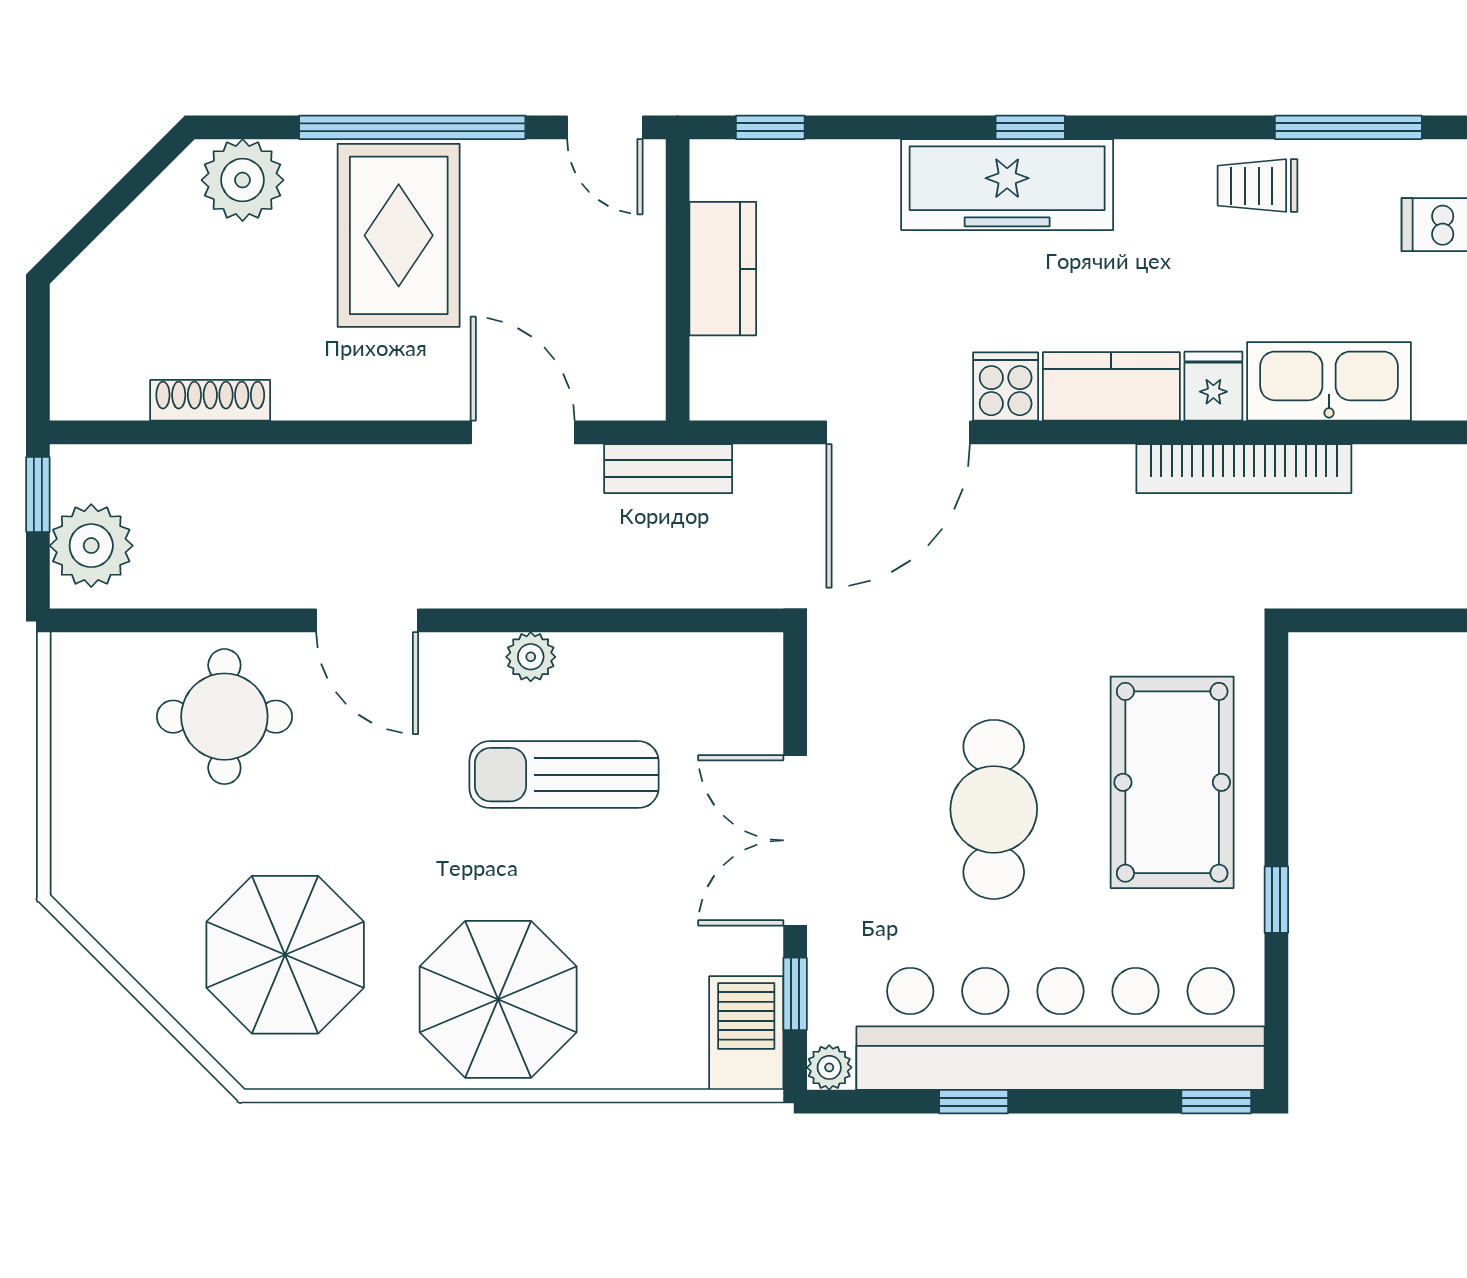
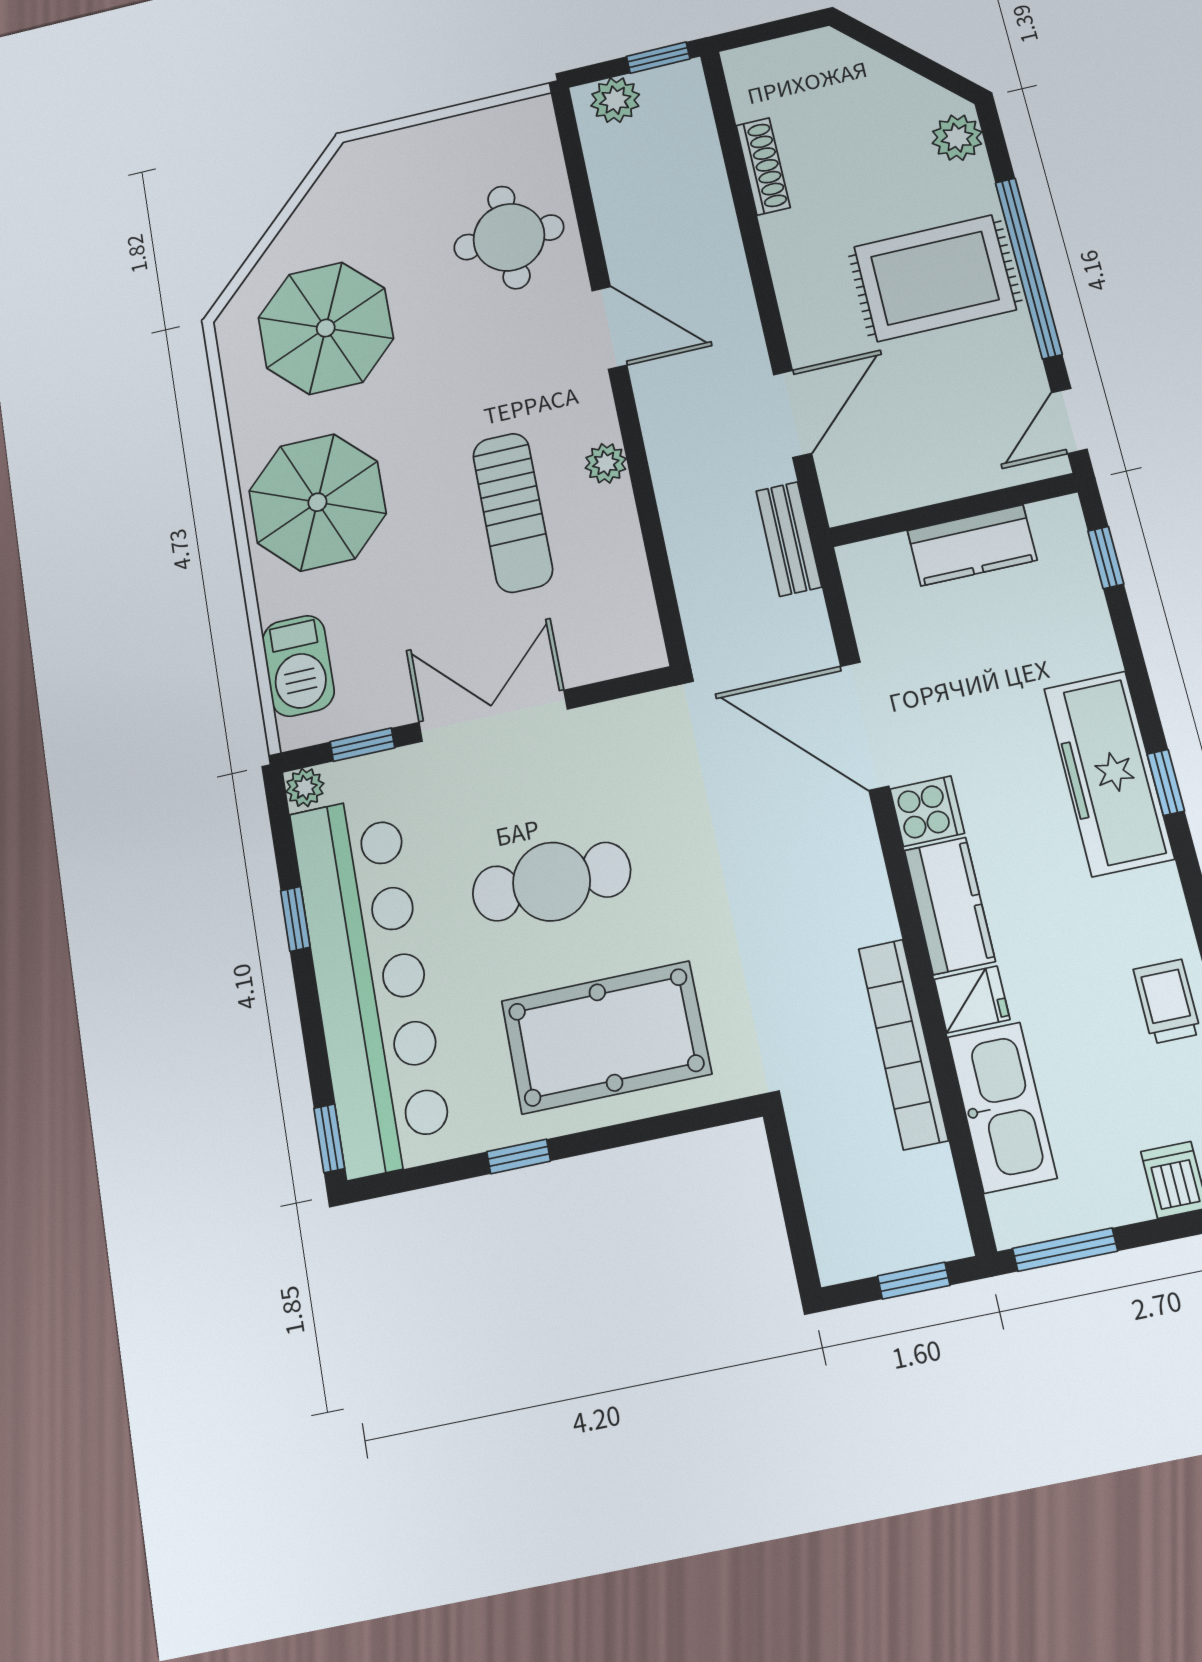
plant: (243, 180) -> (957, 138), width x0.73, depth x0.73
plant: (91, 546) -> (615, 100), width x0.73, depth x0.73
door: (367, 620) -> (609, 328), swing flipped
sun lounger: (564, 775) -> (513, 512), turned 180
barbecue: (746, 1033) -> (298, 666), moved, turned 90

